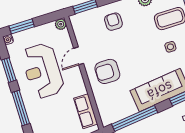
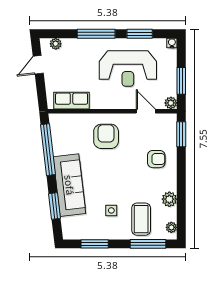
window: (22, 26) -> (181, 81), moved
door: (79, 56) -> (146, 111), moved
reception desk: (42, 71) -> (128, 69), turned 180

